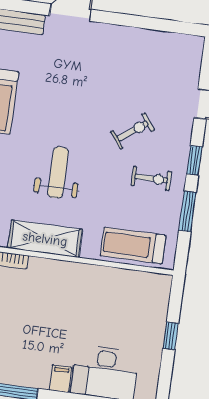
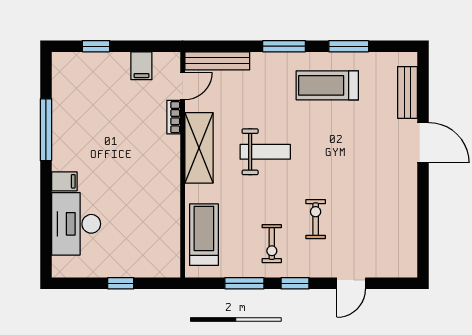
exercise bike: (133, 131) -> (316, 219), turned -143

